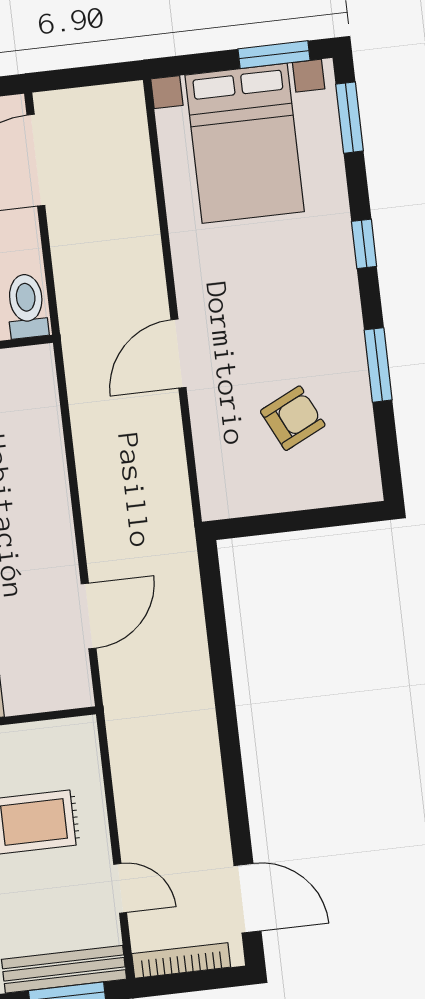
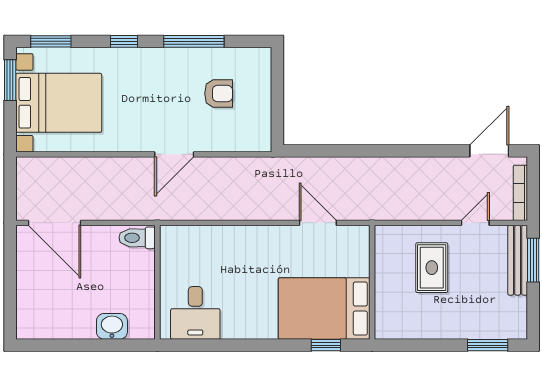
door: (178, 354) -> (174, 154), hinge flipped
window: (378, 365) -> (194, 41), width x1.44
armchair: (293, 418) -> (219, 94), turned 116

